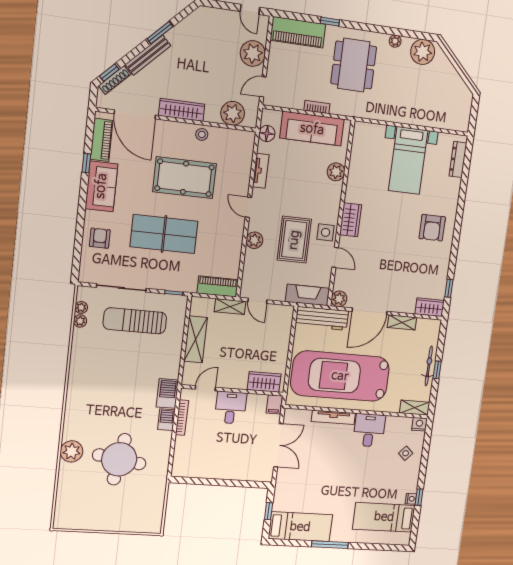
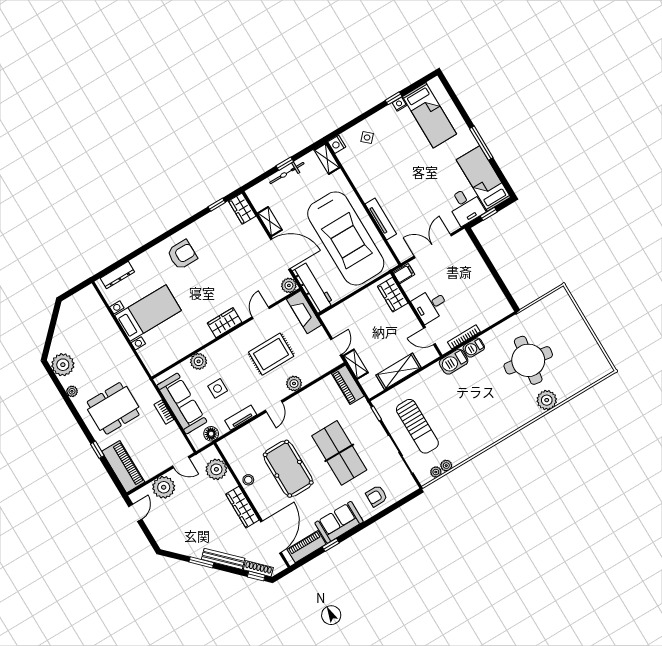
side table: (326, 232) -> (218, 388), moved
desk: (369, 430) -> (466, 206), moved, turned -90

